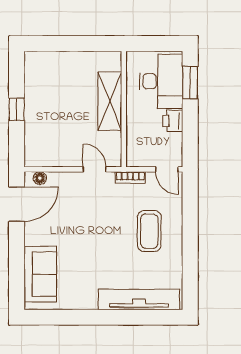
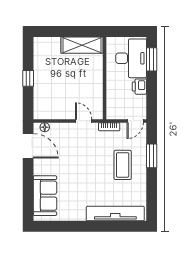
shelving: (110, 101) -> (82, 45), moved, turned 90
door: (167, 169) -> (135, 121), hinge flipped
door: (17, 204) -> (28, 146), hinge flipped
window: (190, 218) -> (152, 156), added

